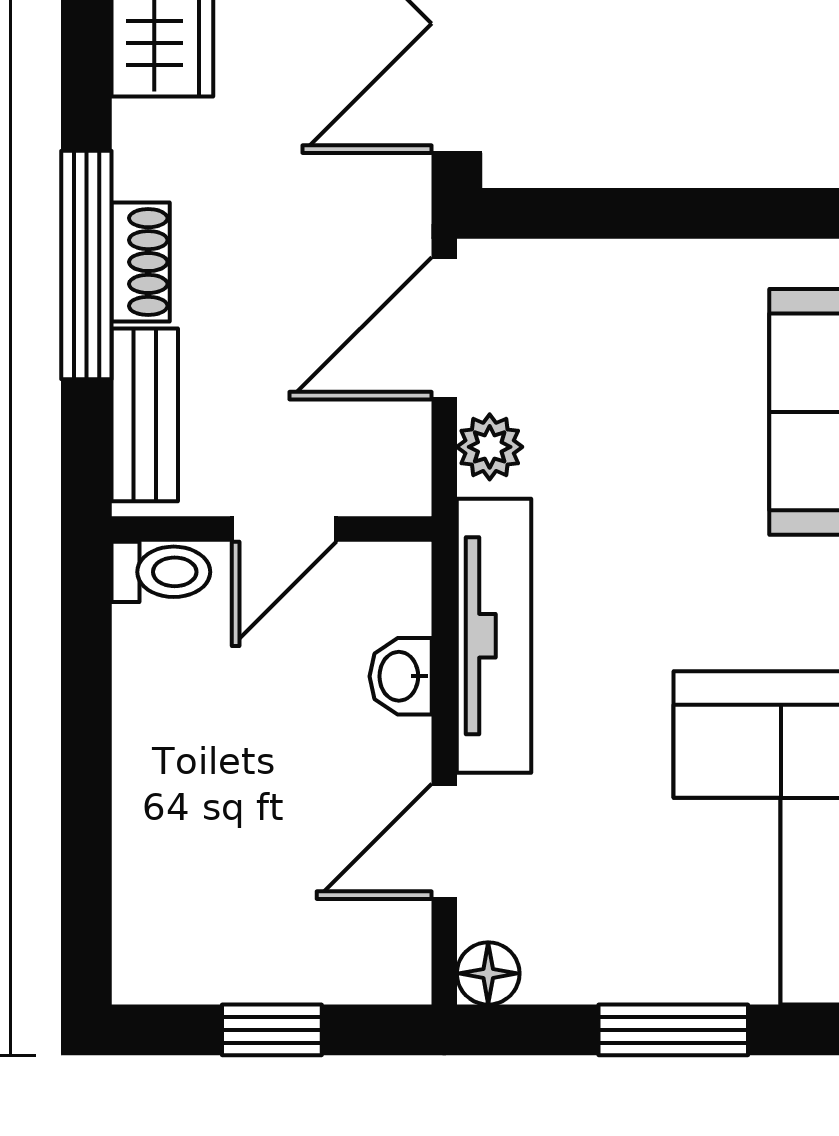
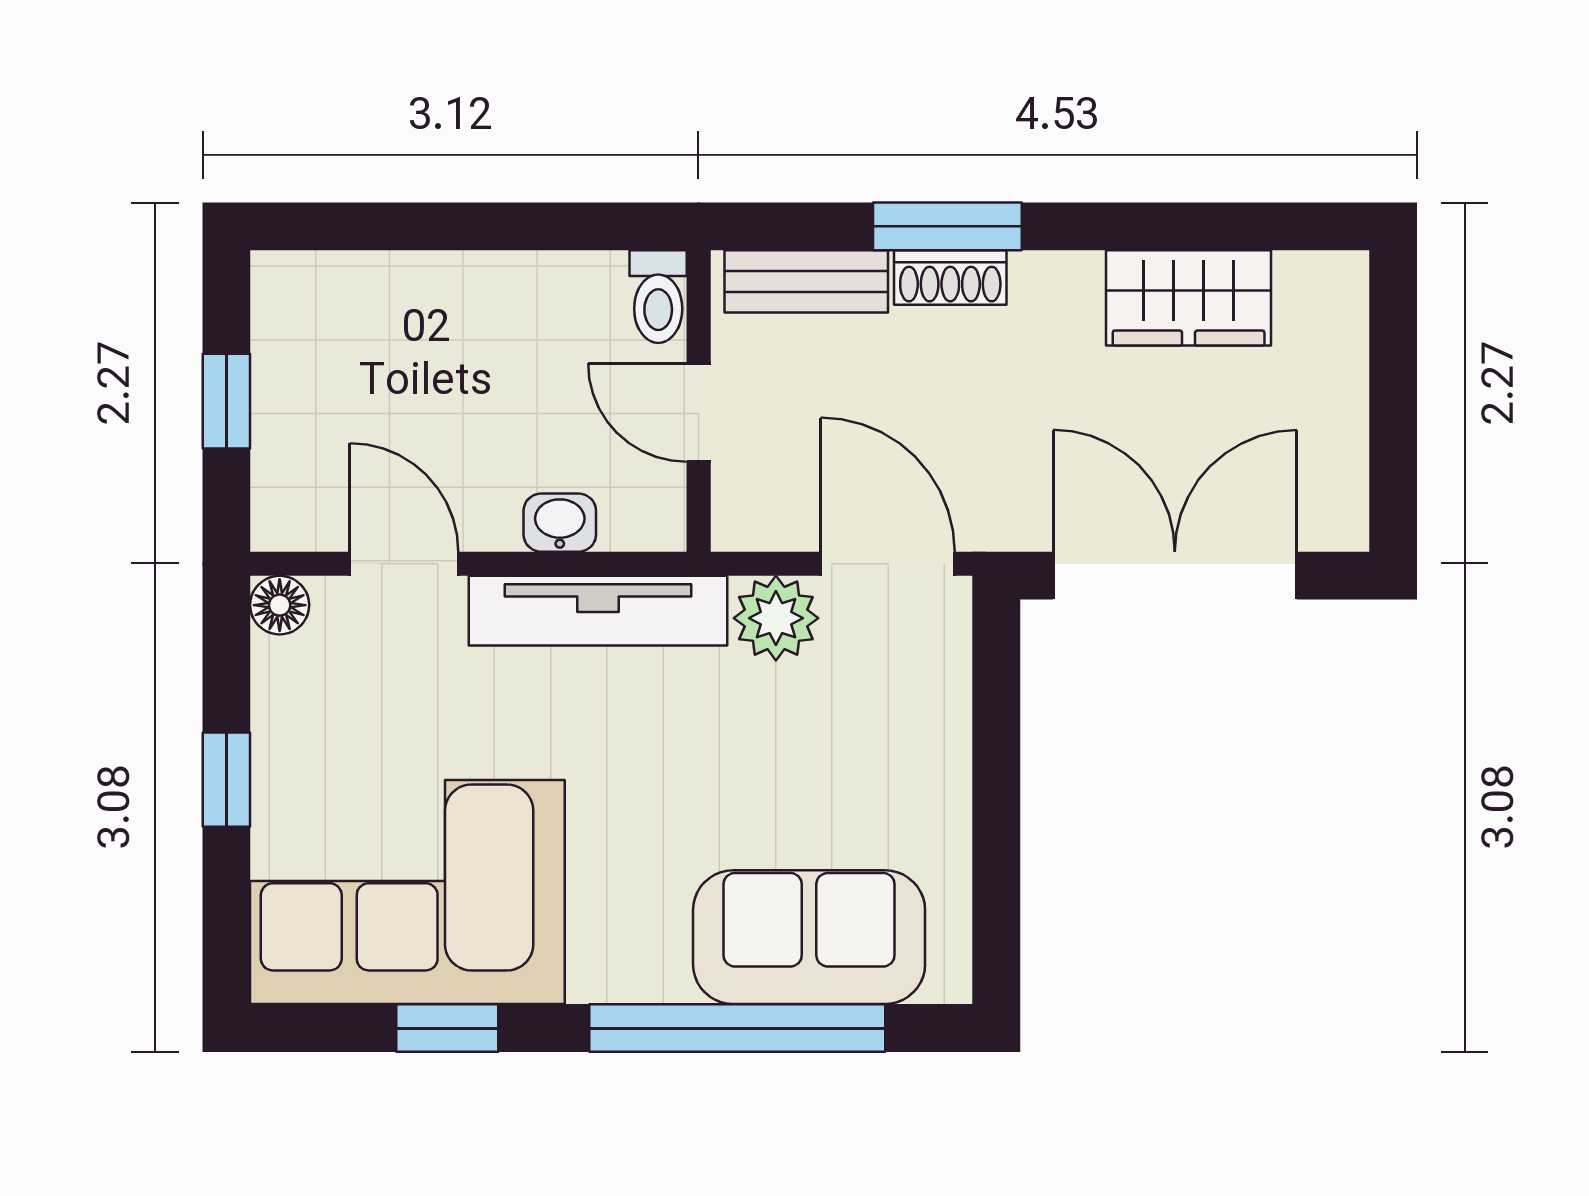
window: (86, 265) -> (947, 226), width x0.69
plant: (490, 447) -> (776, 618), width x1.38, depth x1.38
window: (673, 1030) -> (226, 780), width x0.67

